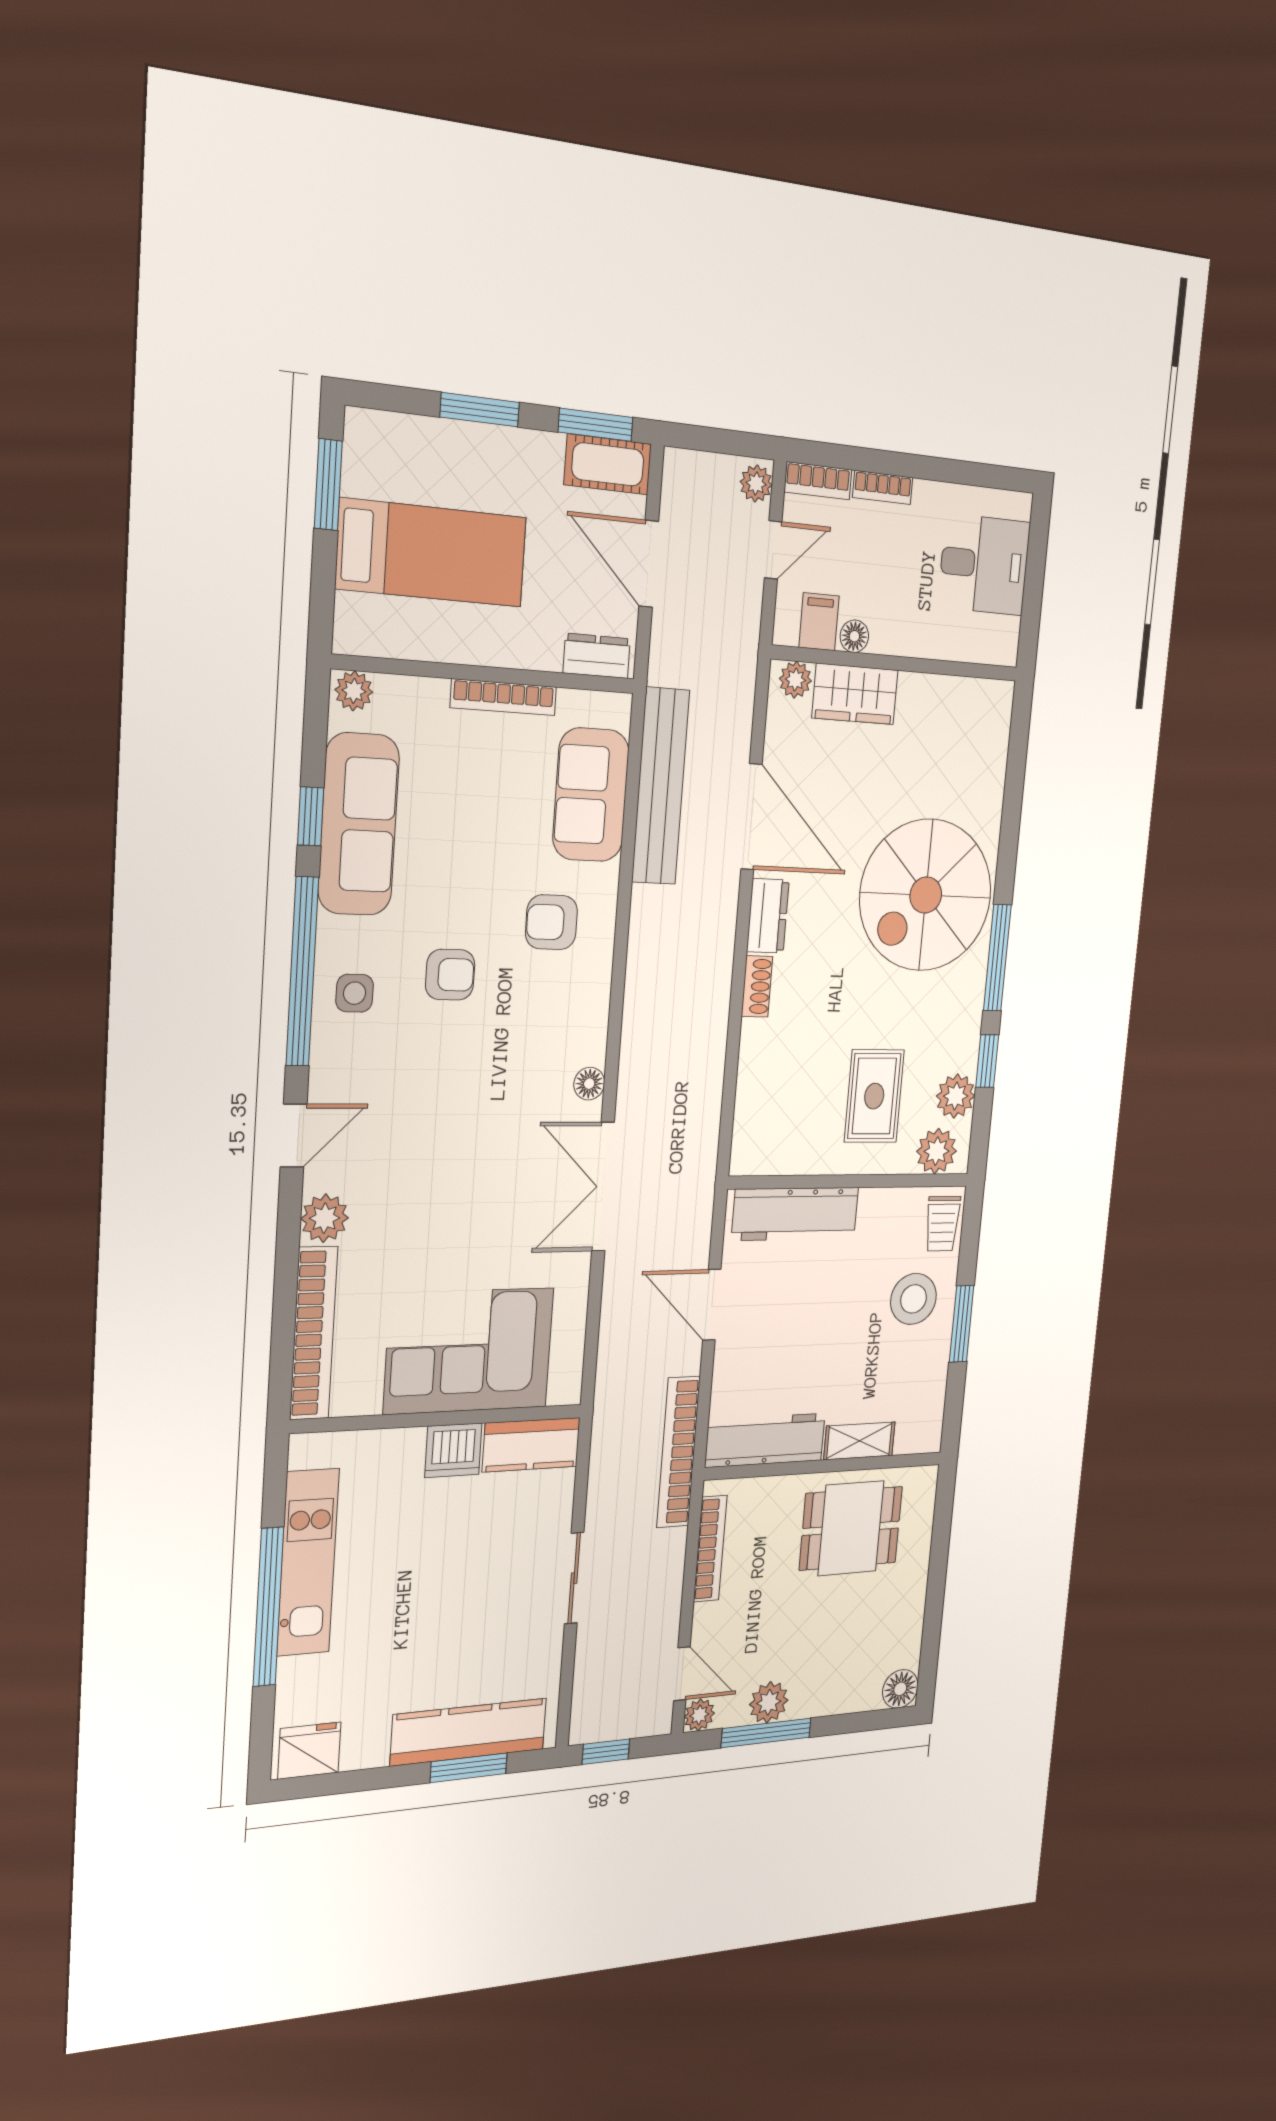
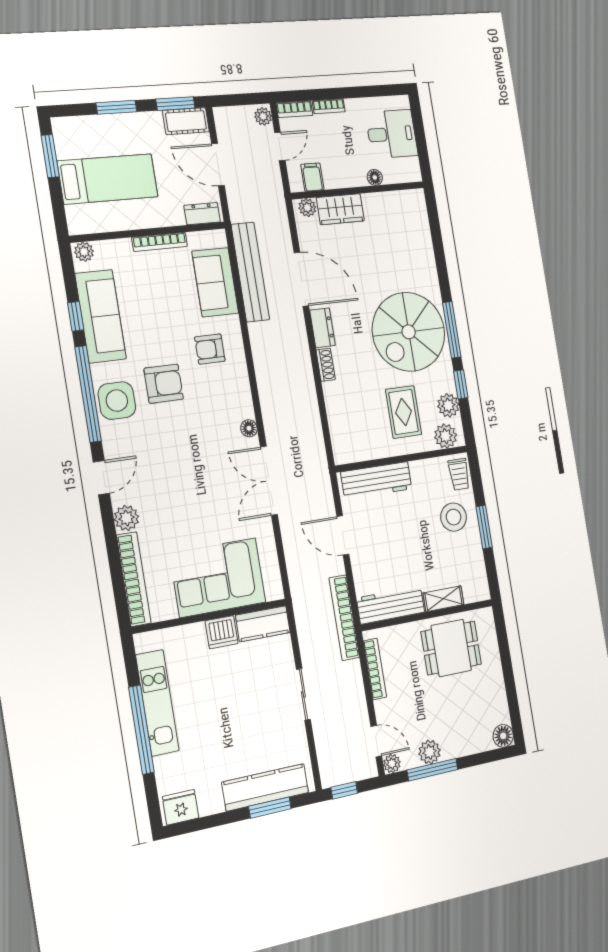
floor lamp: (854, 636) -> (375, 177), moved
spiral stairs: (926, 895) -> (409, 332), moved
armchair: (450, 975) -> (164, 384), width x1.38, depth x1.38
side table: (355, 993) -> (117, 401), width x1.87, depth x1.87

